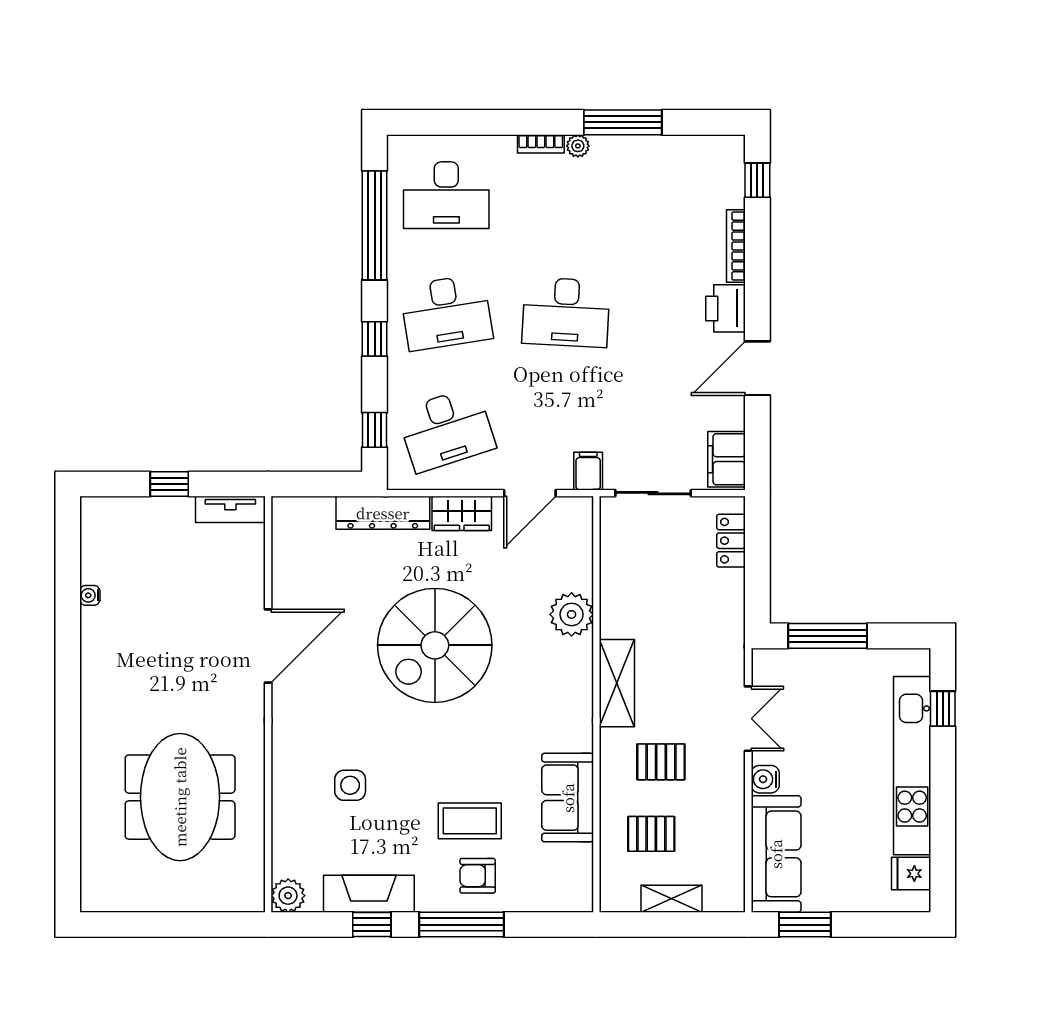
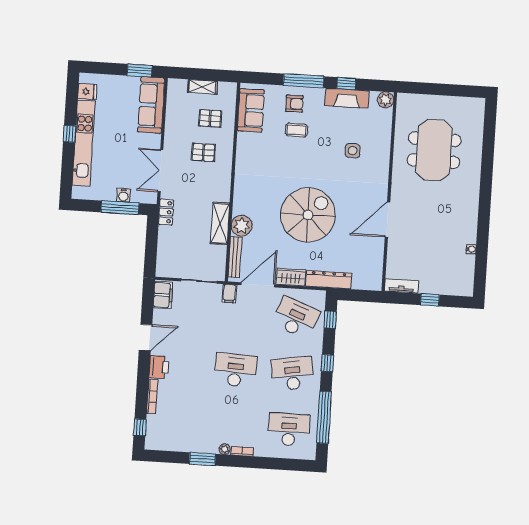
window: (623, 122) -> (202, 459), width x0.69
desk: (446, 429) -> (296, 318), turned 39
door: (530, 493) -> (258, 285), width x1.36
locker: (731, 541) -> (166, 212), moved
bench: (581, 548) -> (235, 257), added
shelving: (617, 683) -> (220, 223), moved
window: (943, 709) -> (69, 134), moved
double door: (748, 719) -> (160, 171), width x1.37
water cooler: (765, 779) -> (123, 195), moved, turned 90
sofa: (568, 798) -> (251, 110), moved
coffee table: (470, 821) -> (296, 130), width x0.73, depth x0.77

